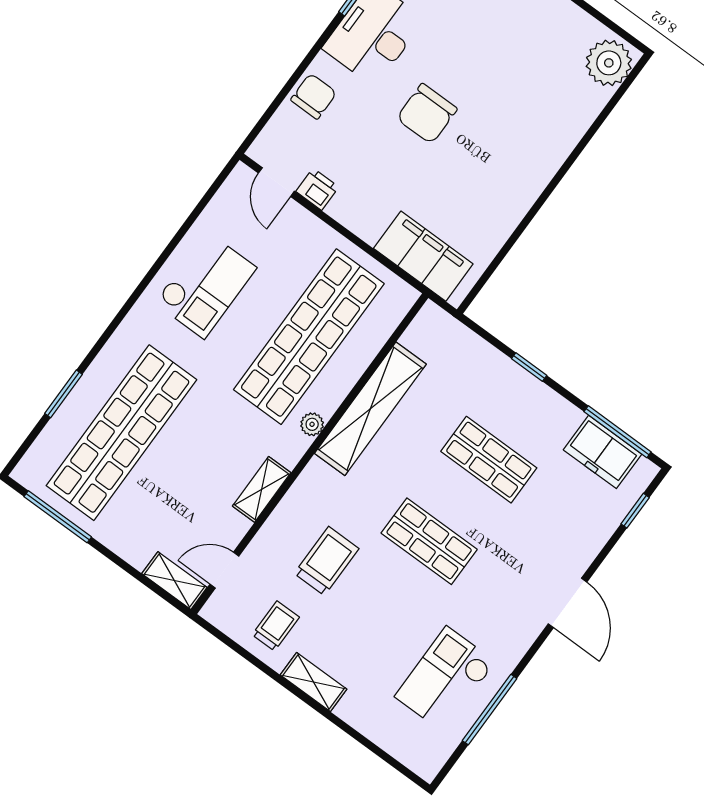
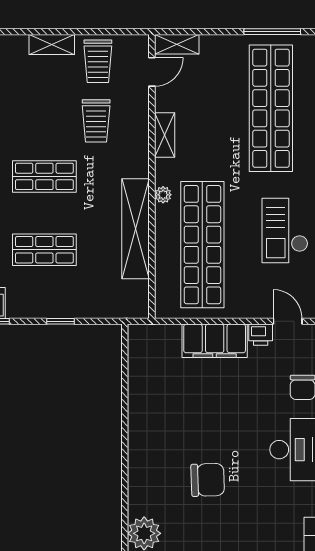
chair: (427, 114) -> (208, 480), moved, turned 88
filing cabinet: (423, 256) -> (215, 341), moved
trolley: (276, 626) -> (98, 61), width x1.36, depth x1.39

